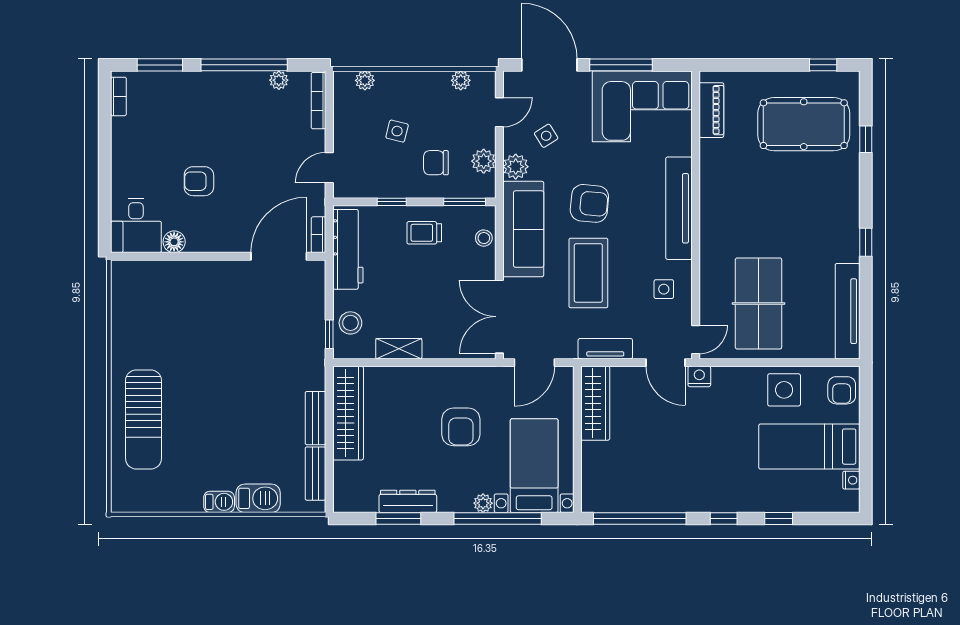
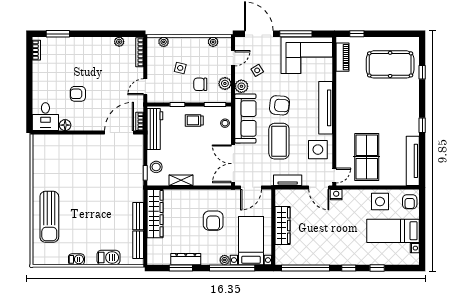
window: (244, 65) -> (101, 34), removed
window: (823, 65) -> (357, 34), moved
side table: (664, 289) -> (318, 150), width x1.87, depth x1.87
wardrobe: (595, 403) -> (283, 225), moved
barbecue: (219, 502) -> (76, 259), moved

